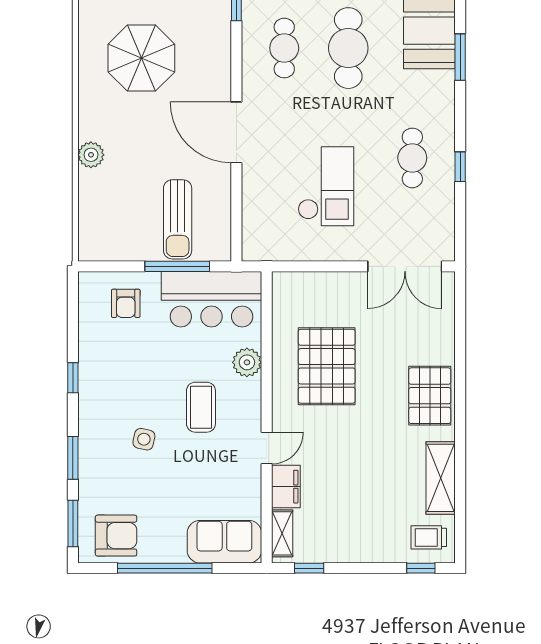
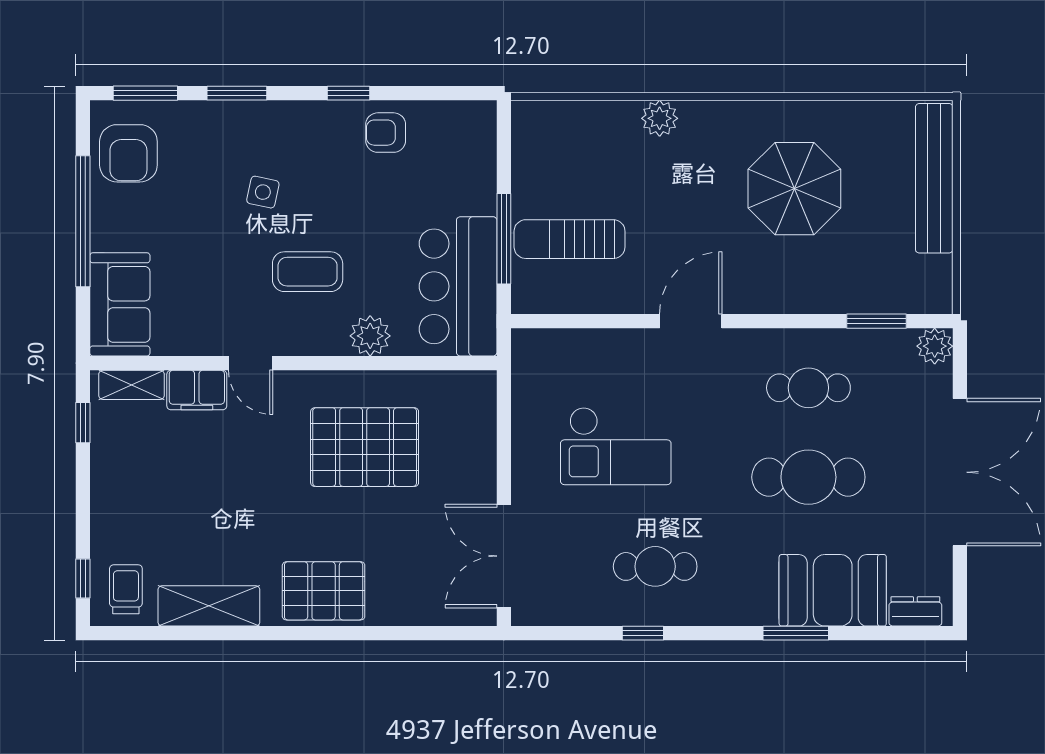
door: (236, 132) -> (691, 321), width x0.73
armchair: (126, 303) -> (386, 133), moved

